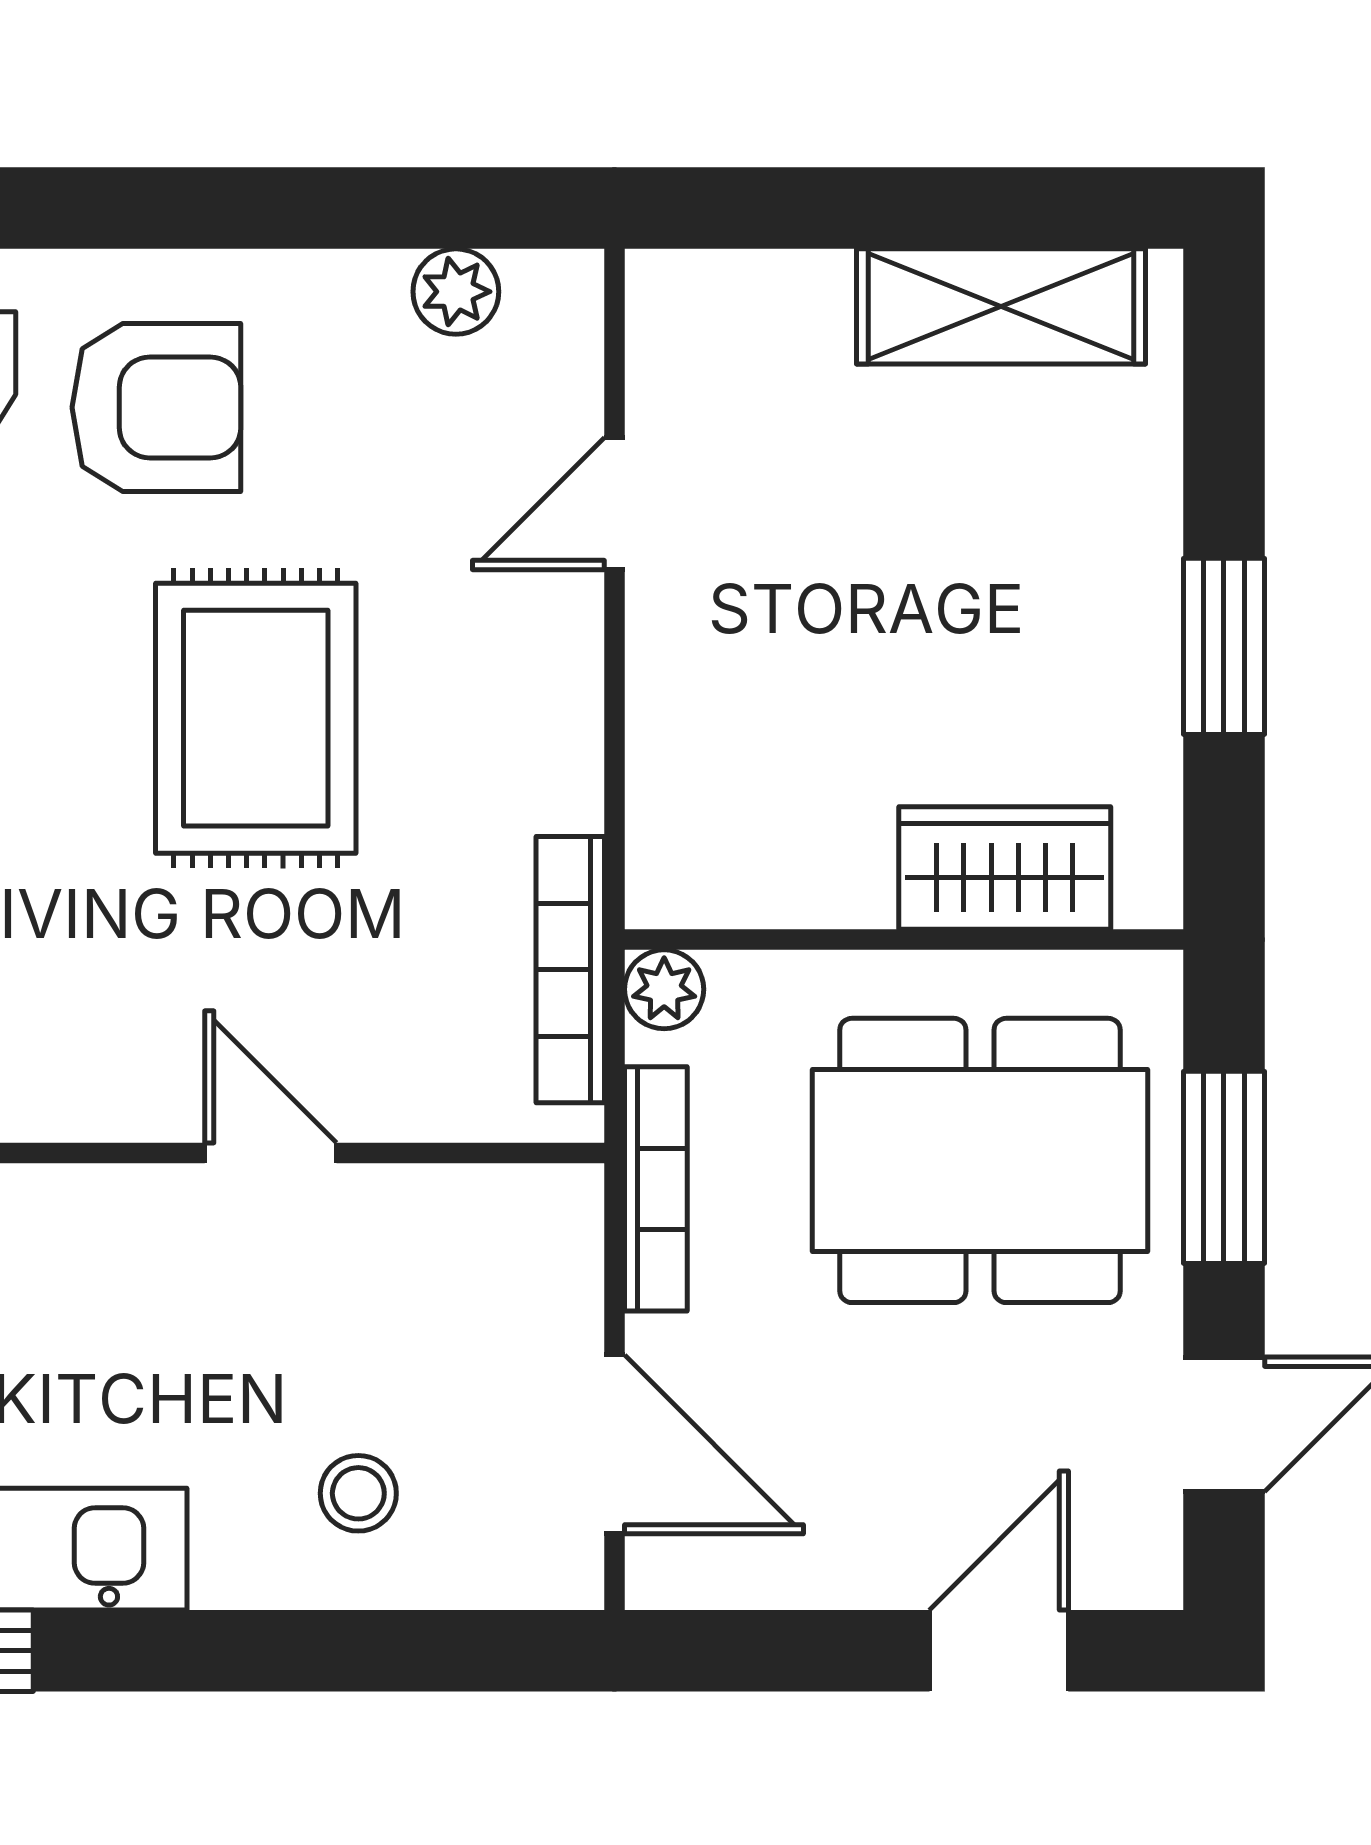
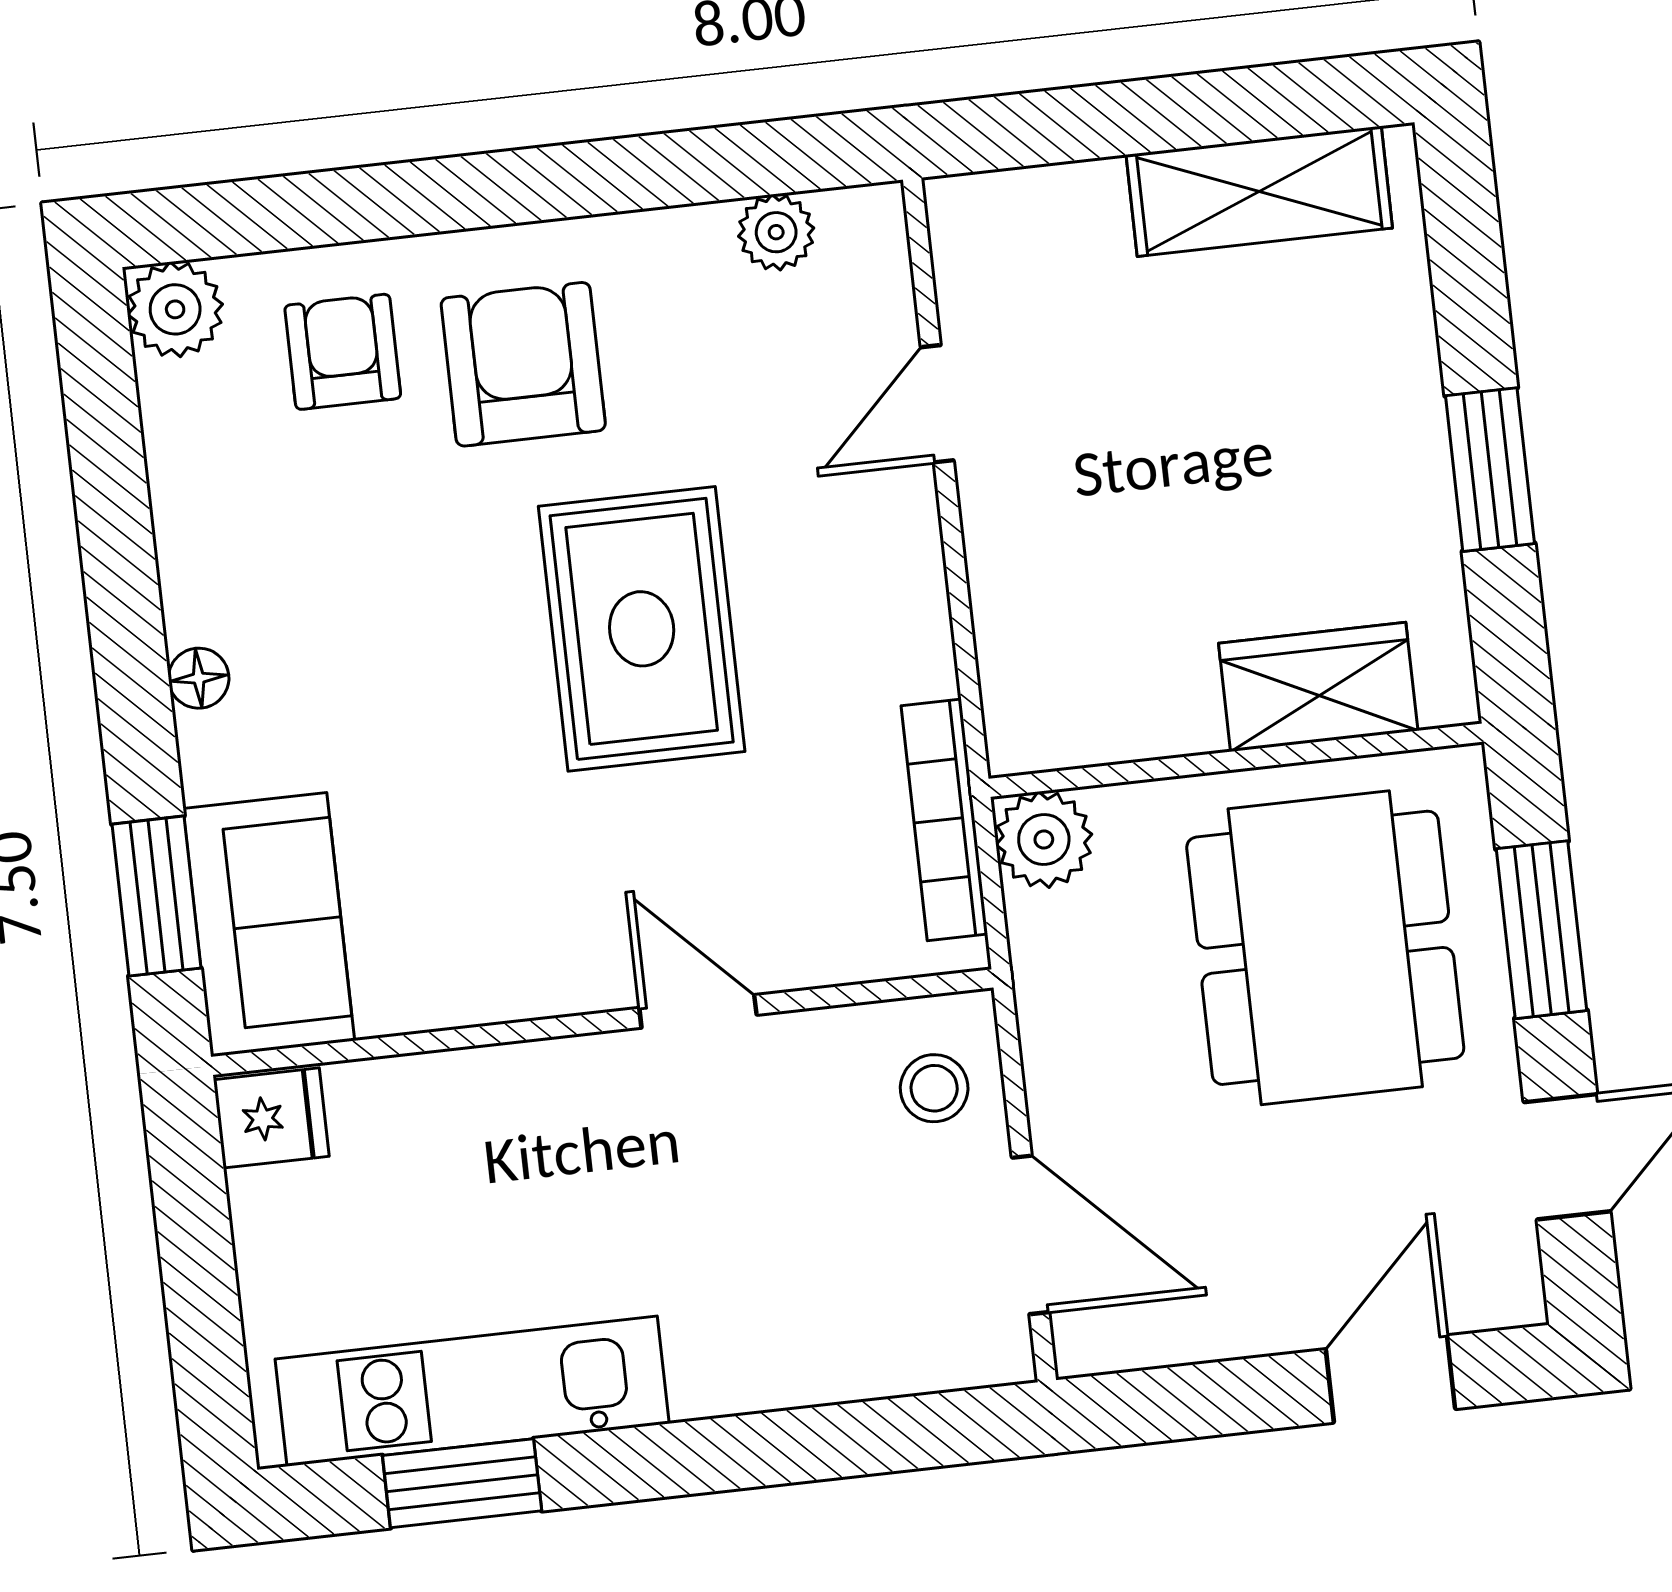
armchair: (156, 407) -> (523, 364), turned -90
plant: (664, 989) -> (1044, 839), width x1.38, depth x1.38
dining table: (980, 1160) -> (1325, 948), turned 90
bookcase: (656, 1189) -> (1042, 1005), removed
stool: (358, 1493) -> (934, 1088), moved

